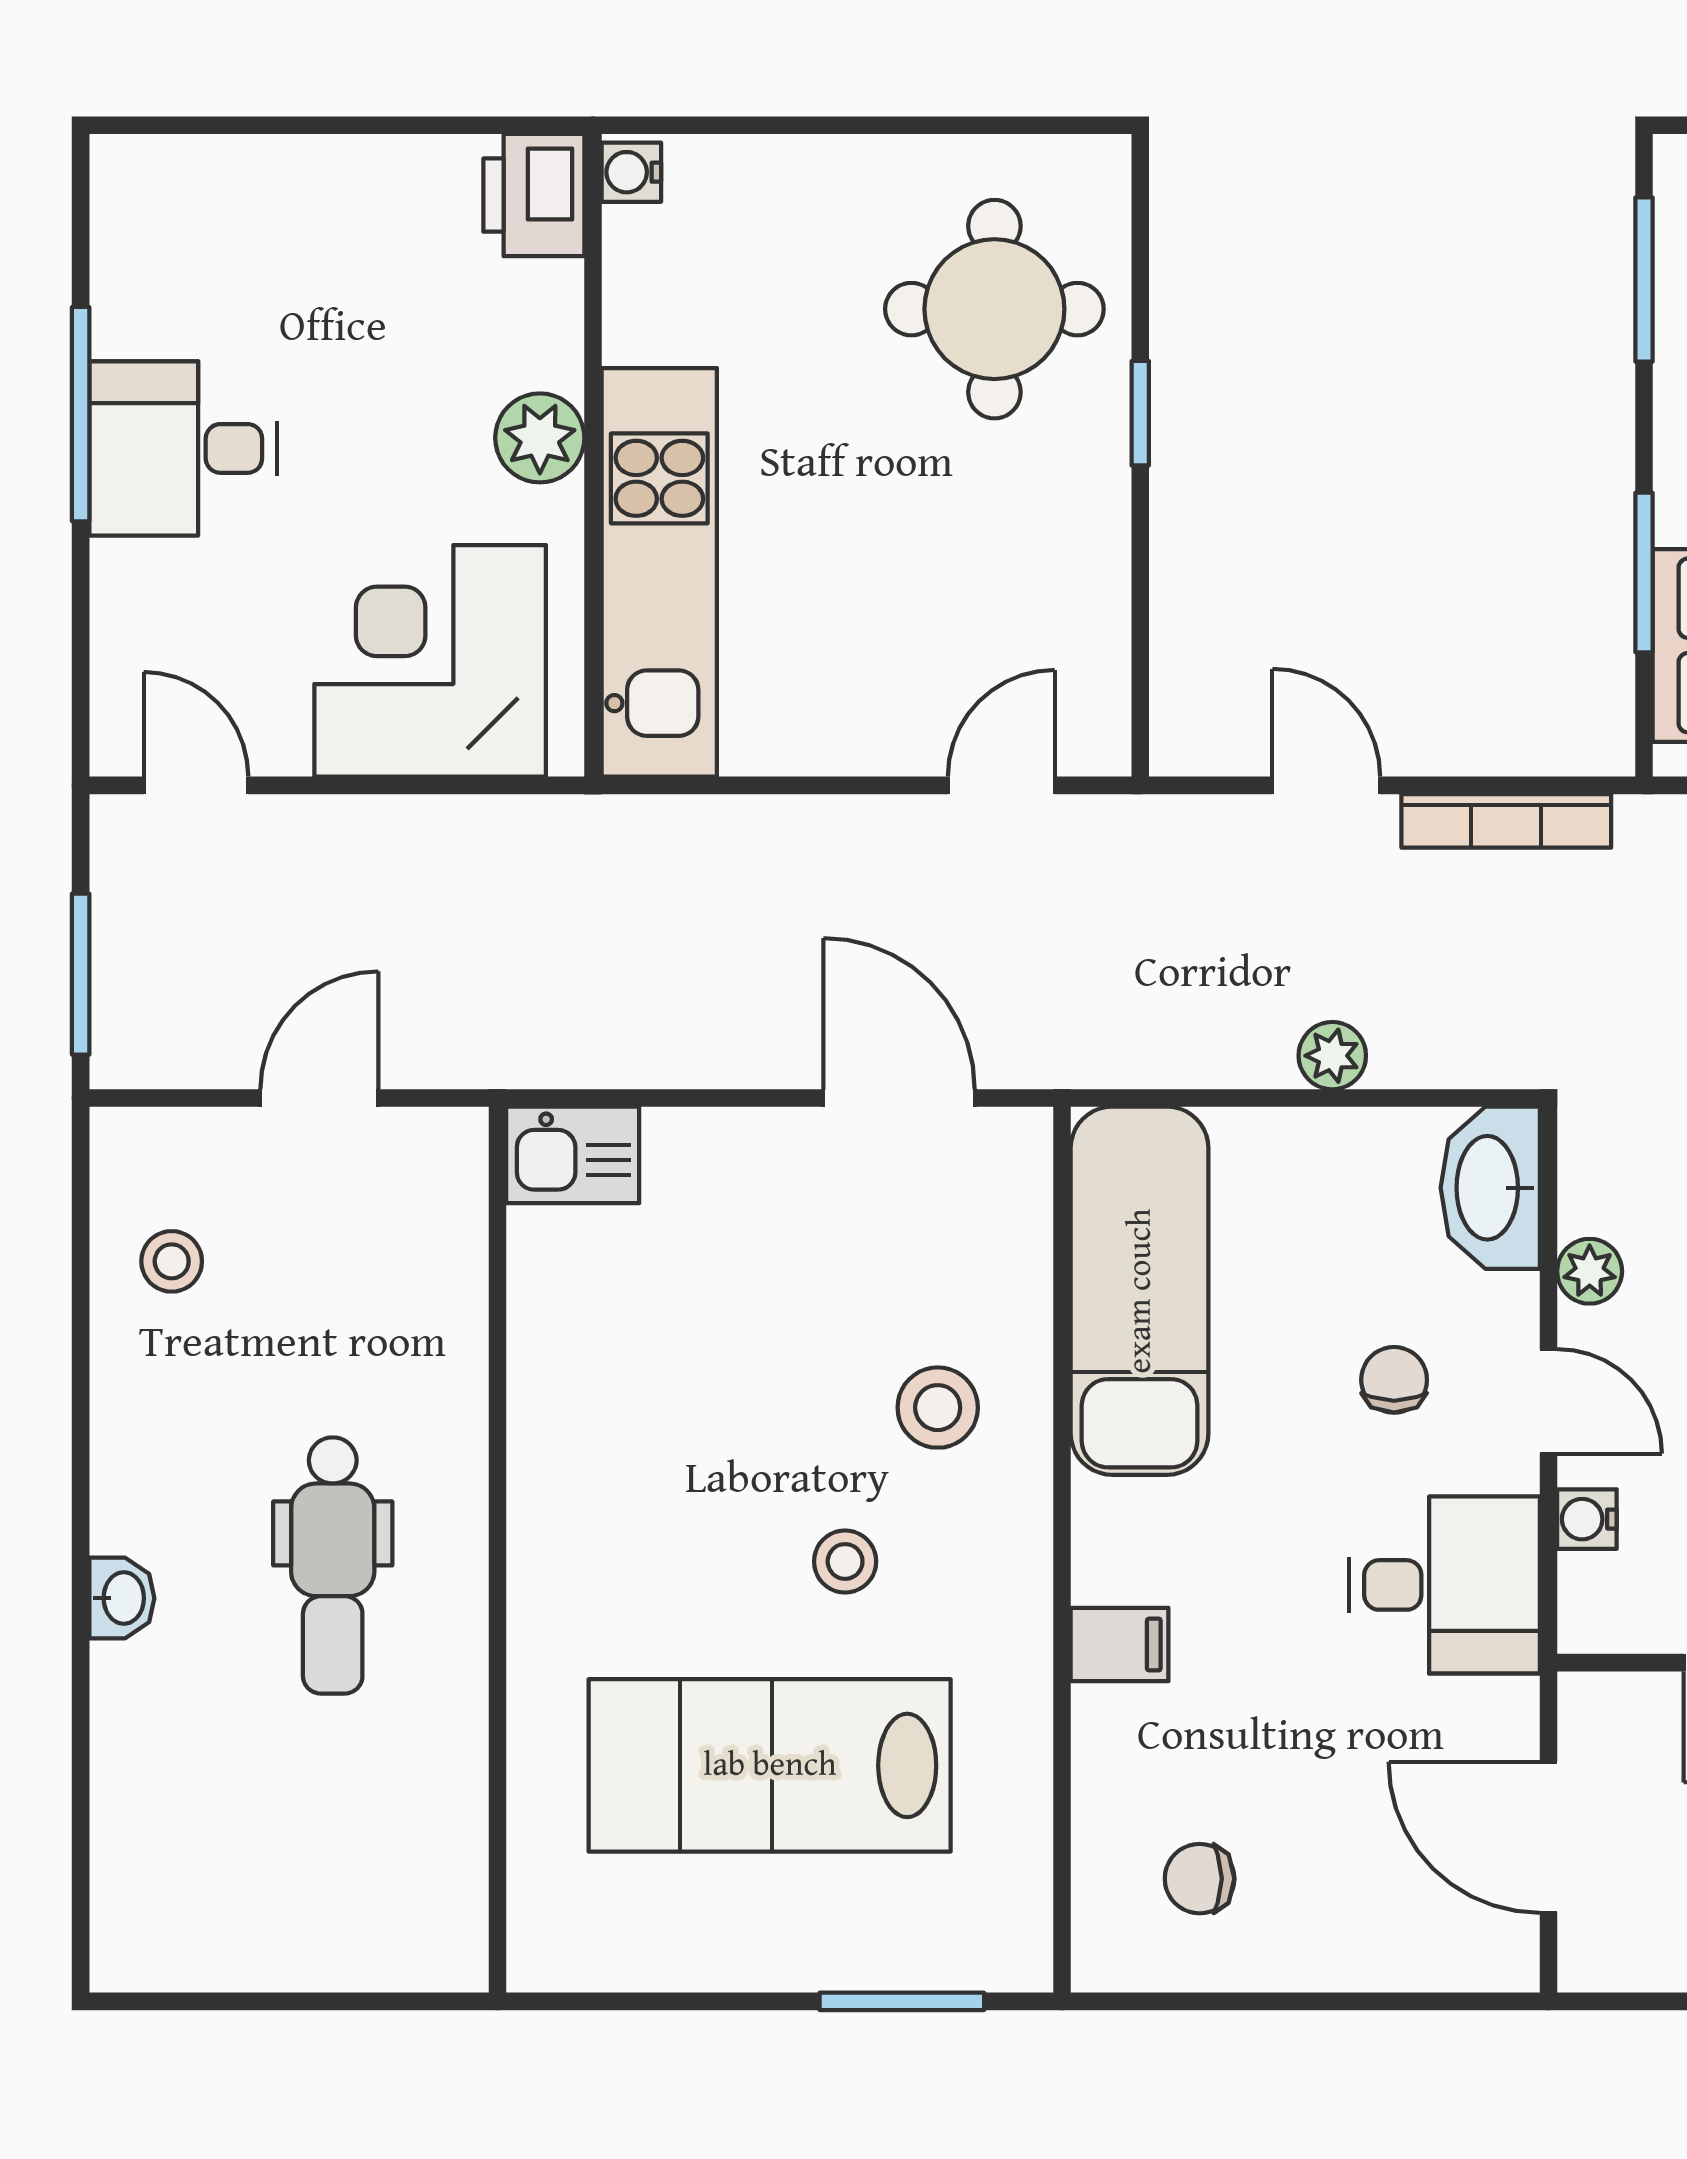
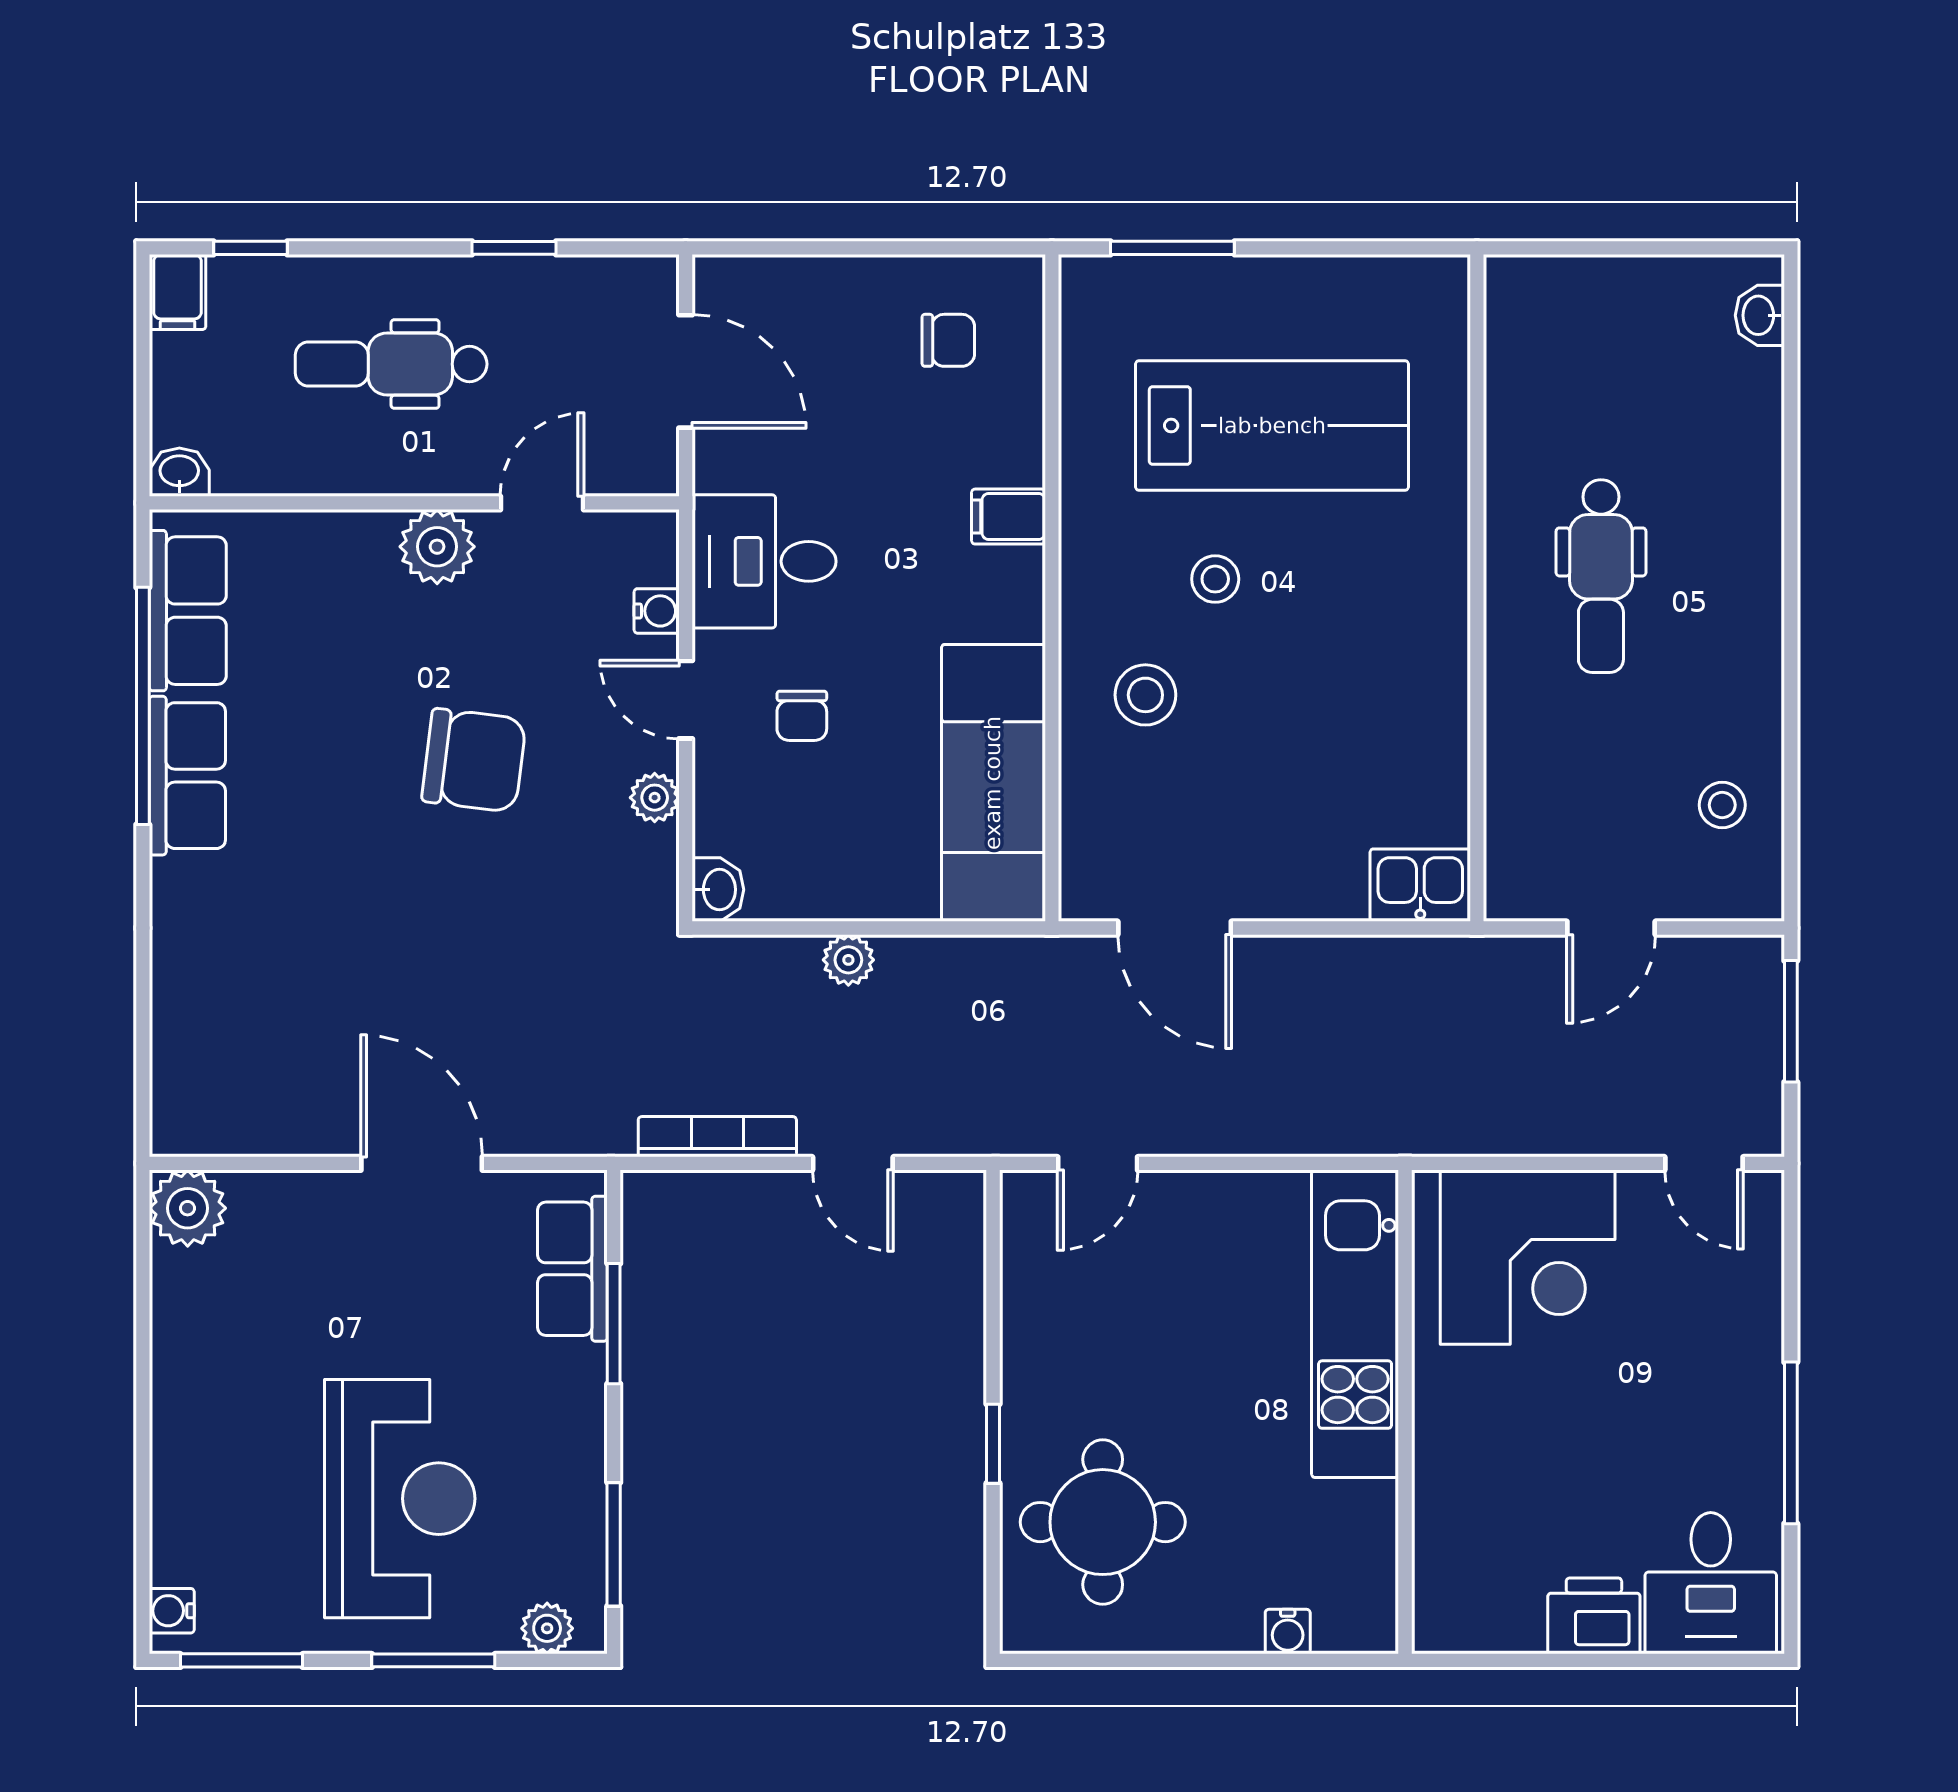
water cooler: (631, 172) -> (1288, 1632), moved, turned 90
printer: (534, 195) -> (1594, 1616), moved, turned -90
plant: (540, 438) -> (1445, 1425), removed
desk: (183, 448) -> (1711, 1583), moved, turned 90
washbasin: (1490, 1188) -> (718, 890), width x0.52, depth x0.69
dental chair: (333, 1565) -> (1601, 576), turned 180
washbasin: (122, 1598) -> (1760, 315), moved

